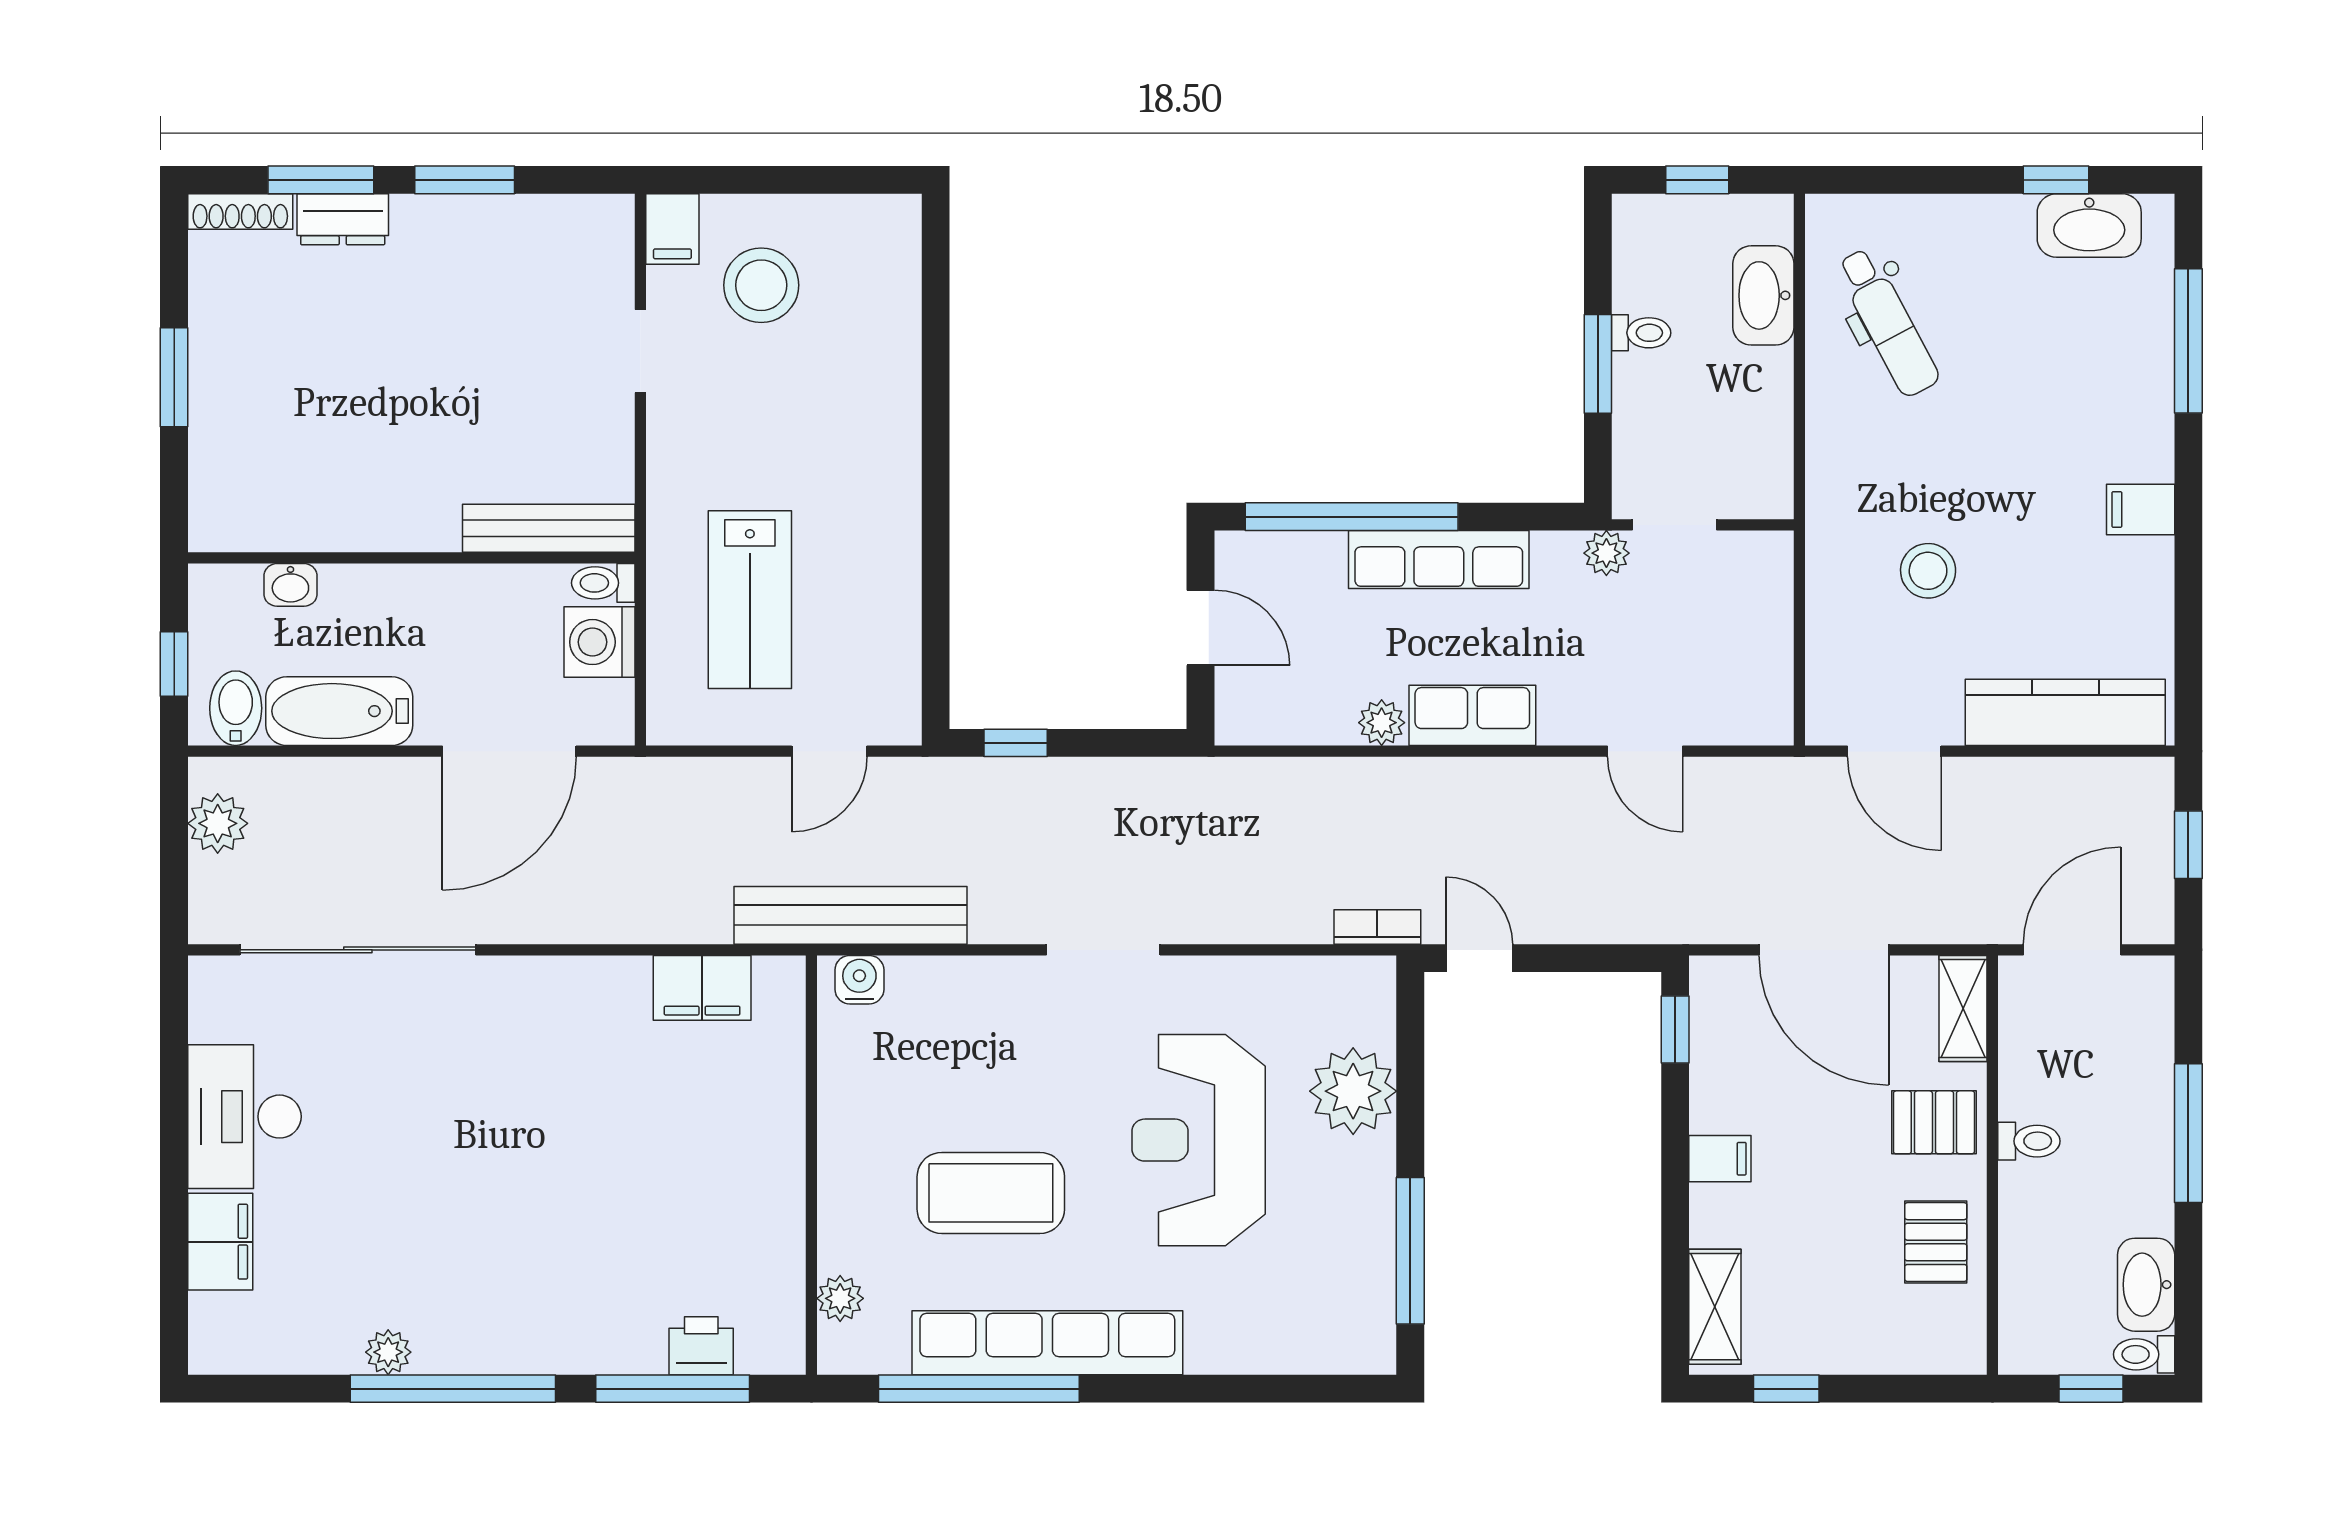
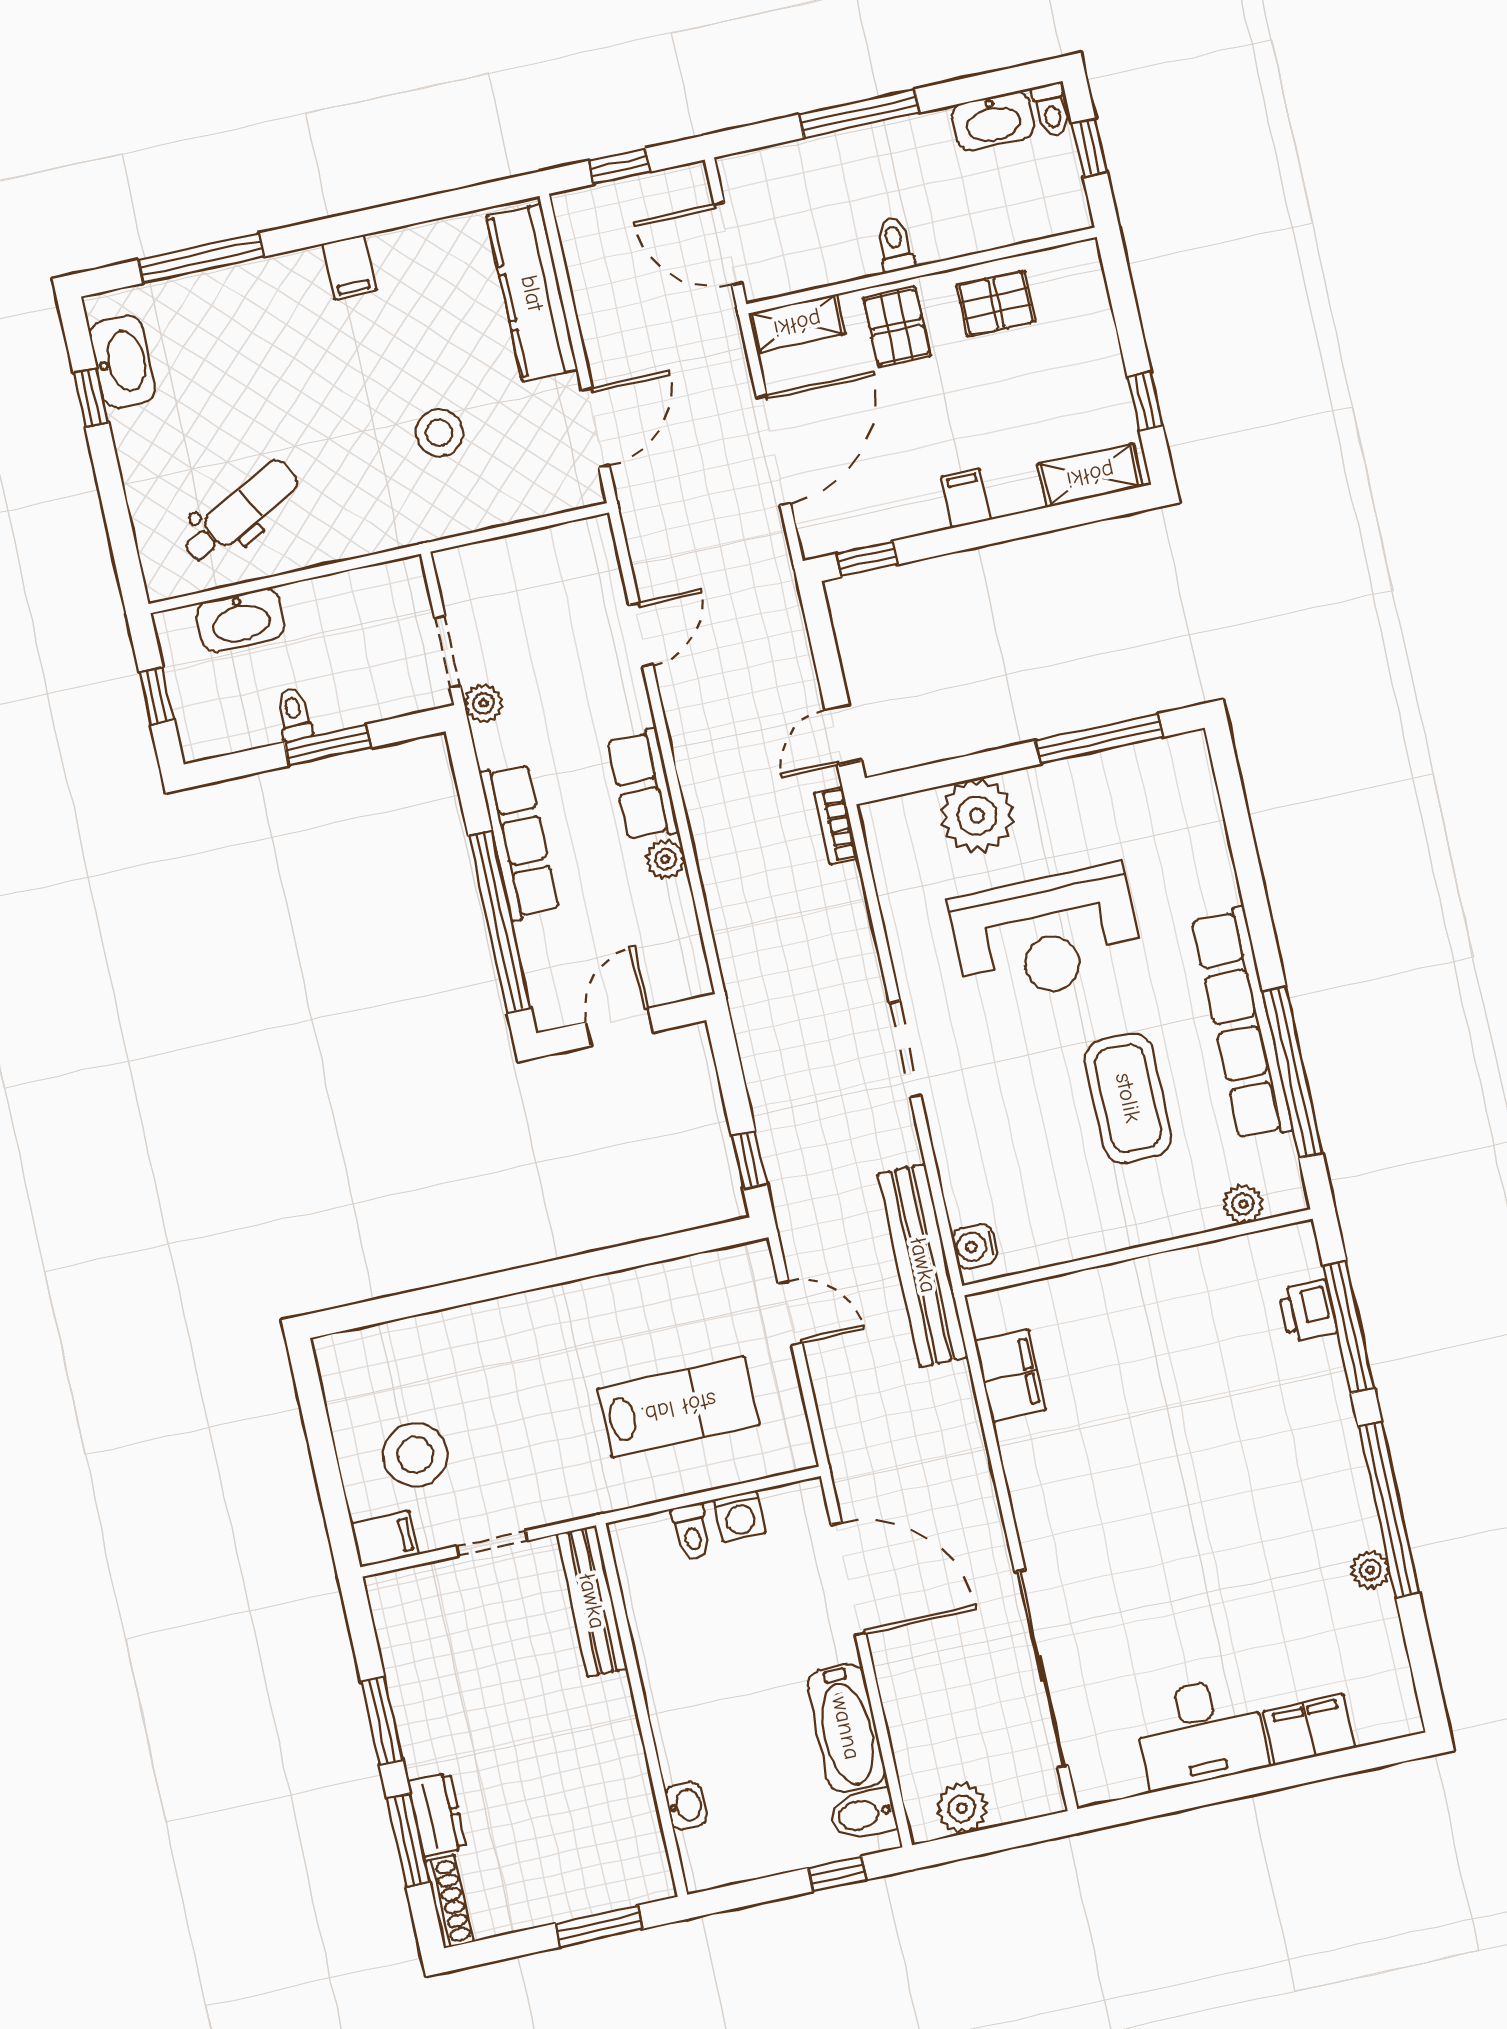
bench: (549, 528) -> (592, 1601), moved
wall: (411, 558) -> (642, 1710), moved
washbasin: (290, 585) -> (686, 1806), moved
washing machine: (600, 642) -> (740, 1516), width x0.73, depth x0.73

